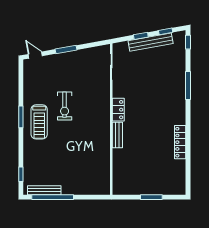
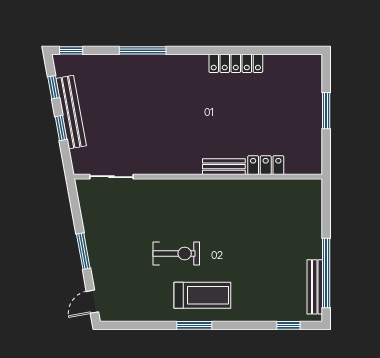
locker: (118, 110) -> (266, 165), moved

